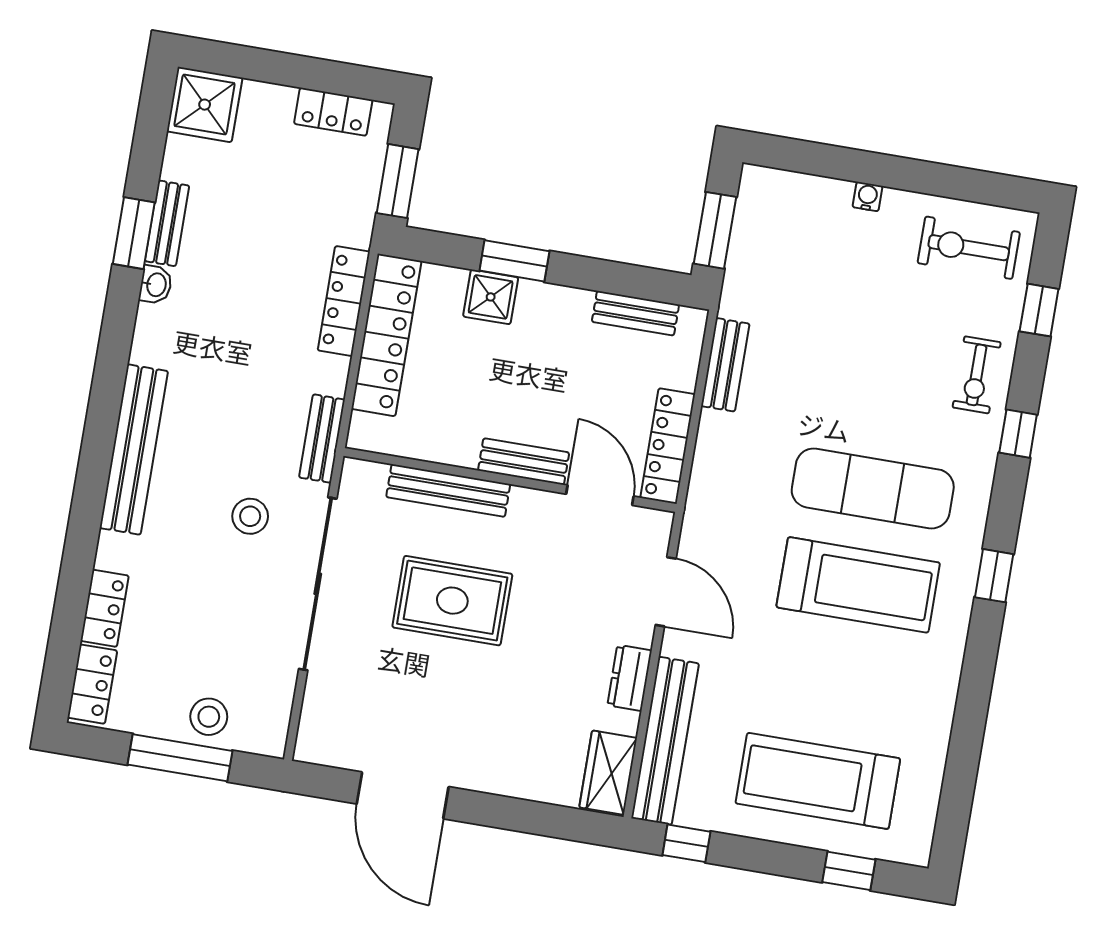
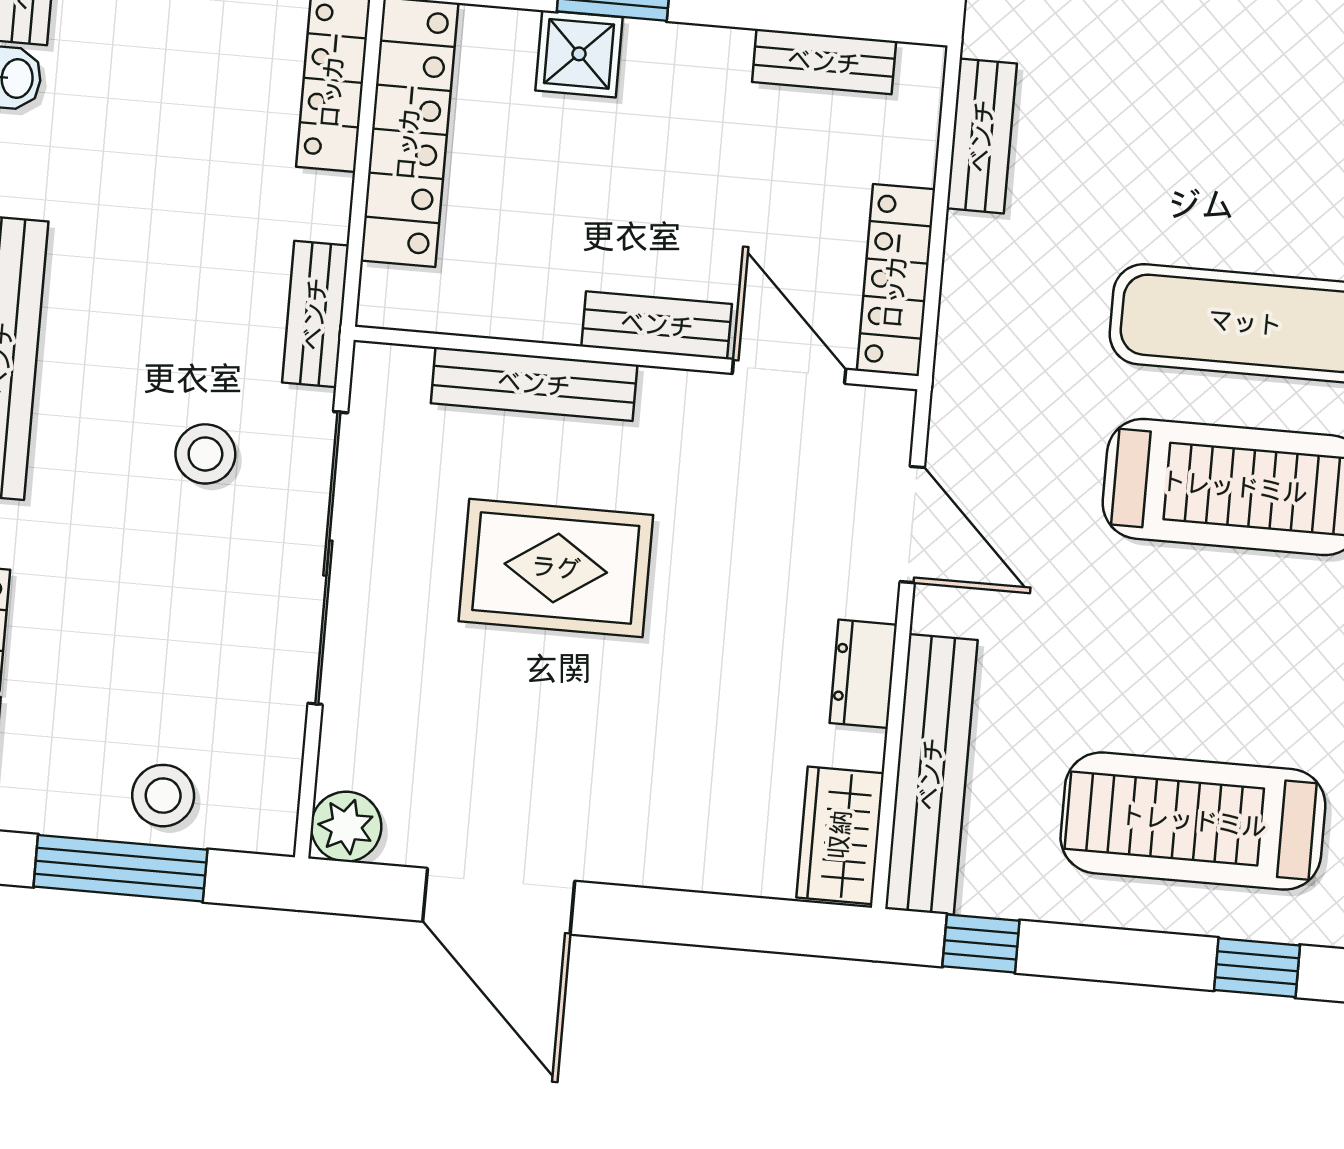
plant: (316, 744) -> (346, 827), added

